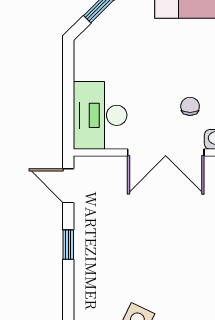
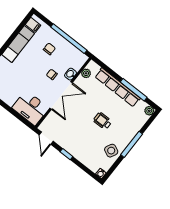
door: (68, 186) -> (46, 138), hinge flipped
wheelchair: (178, 262) -> (103, 121), added

